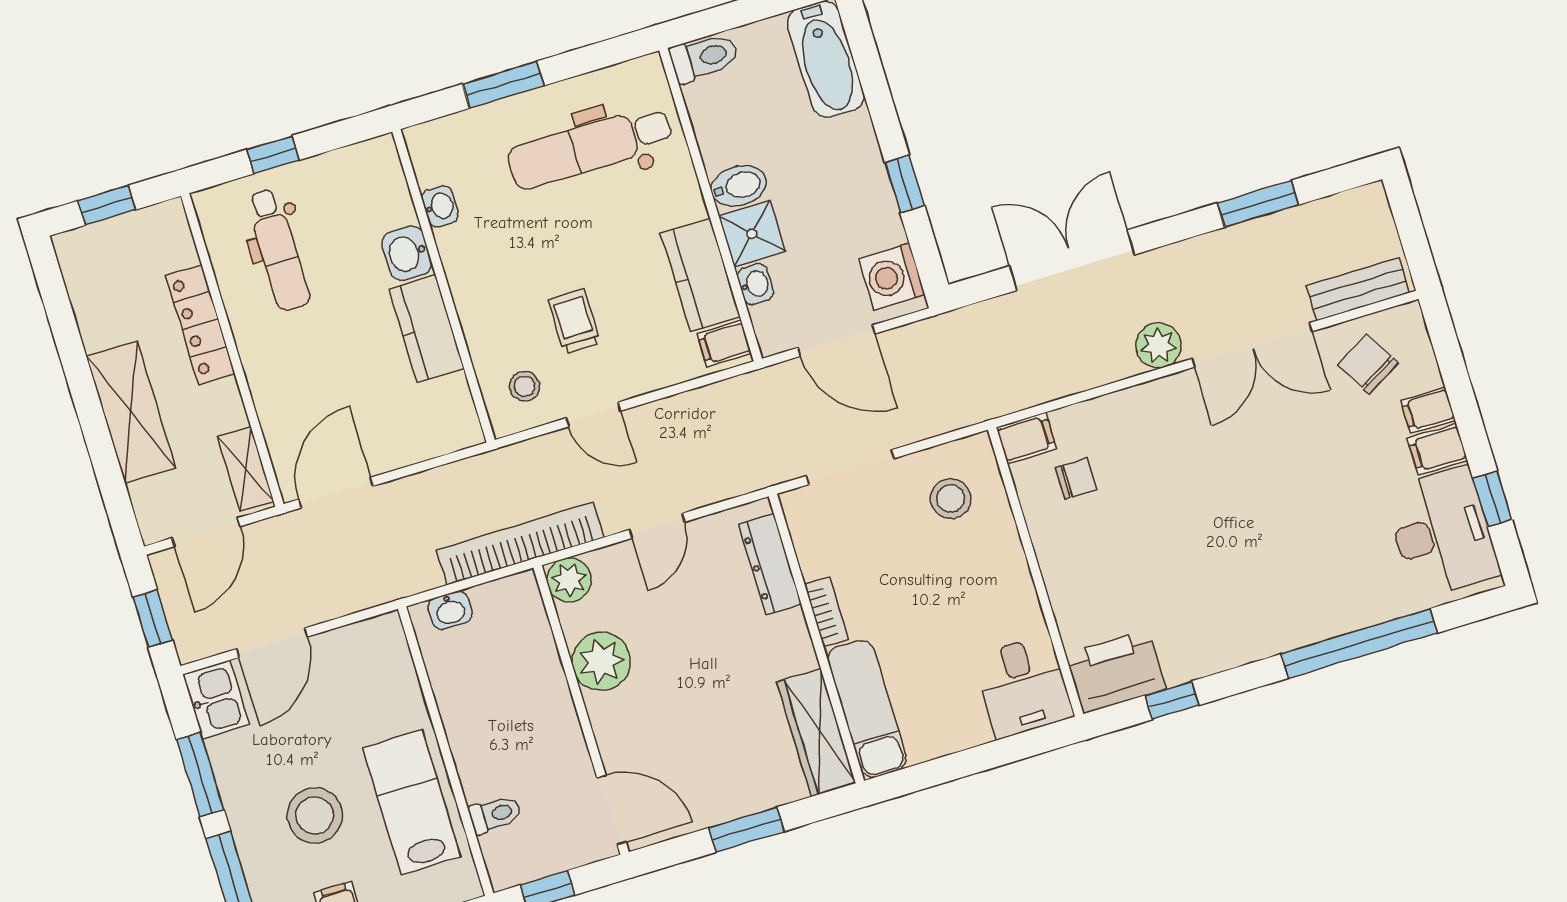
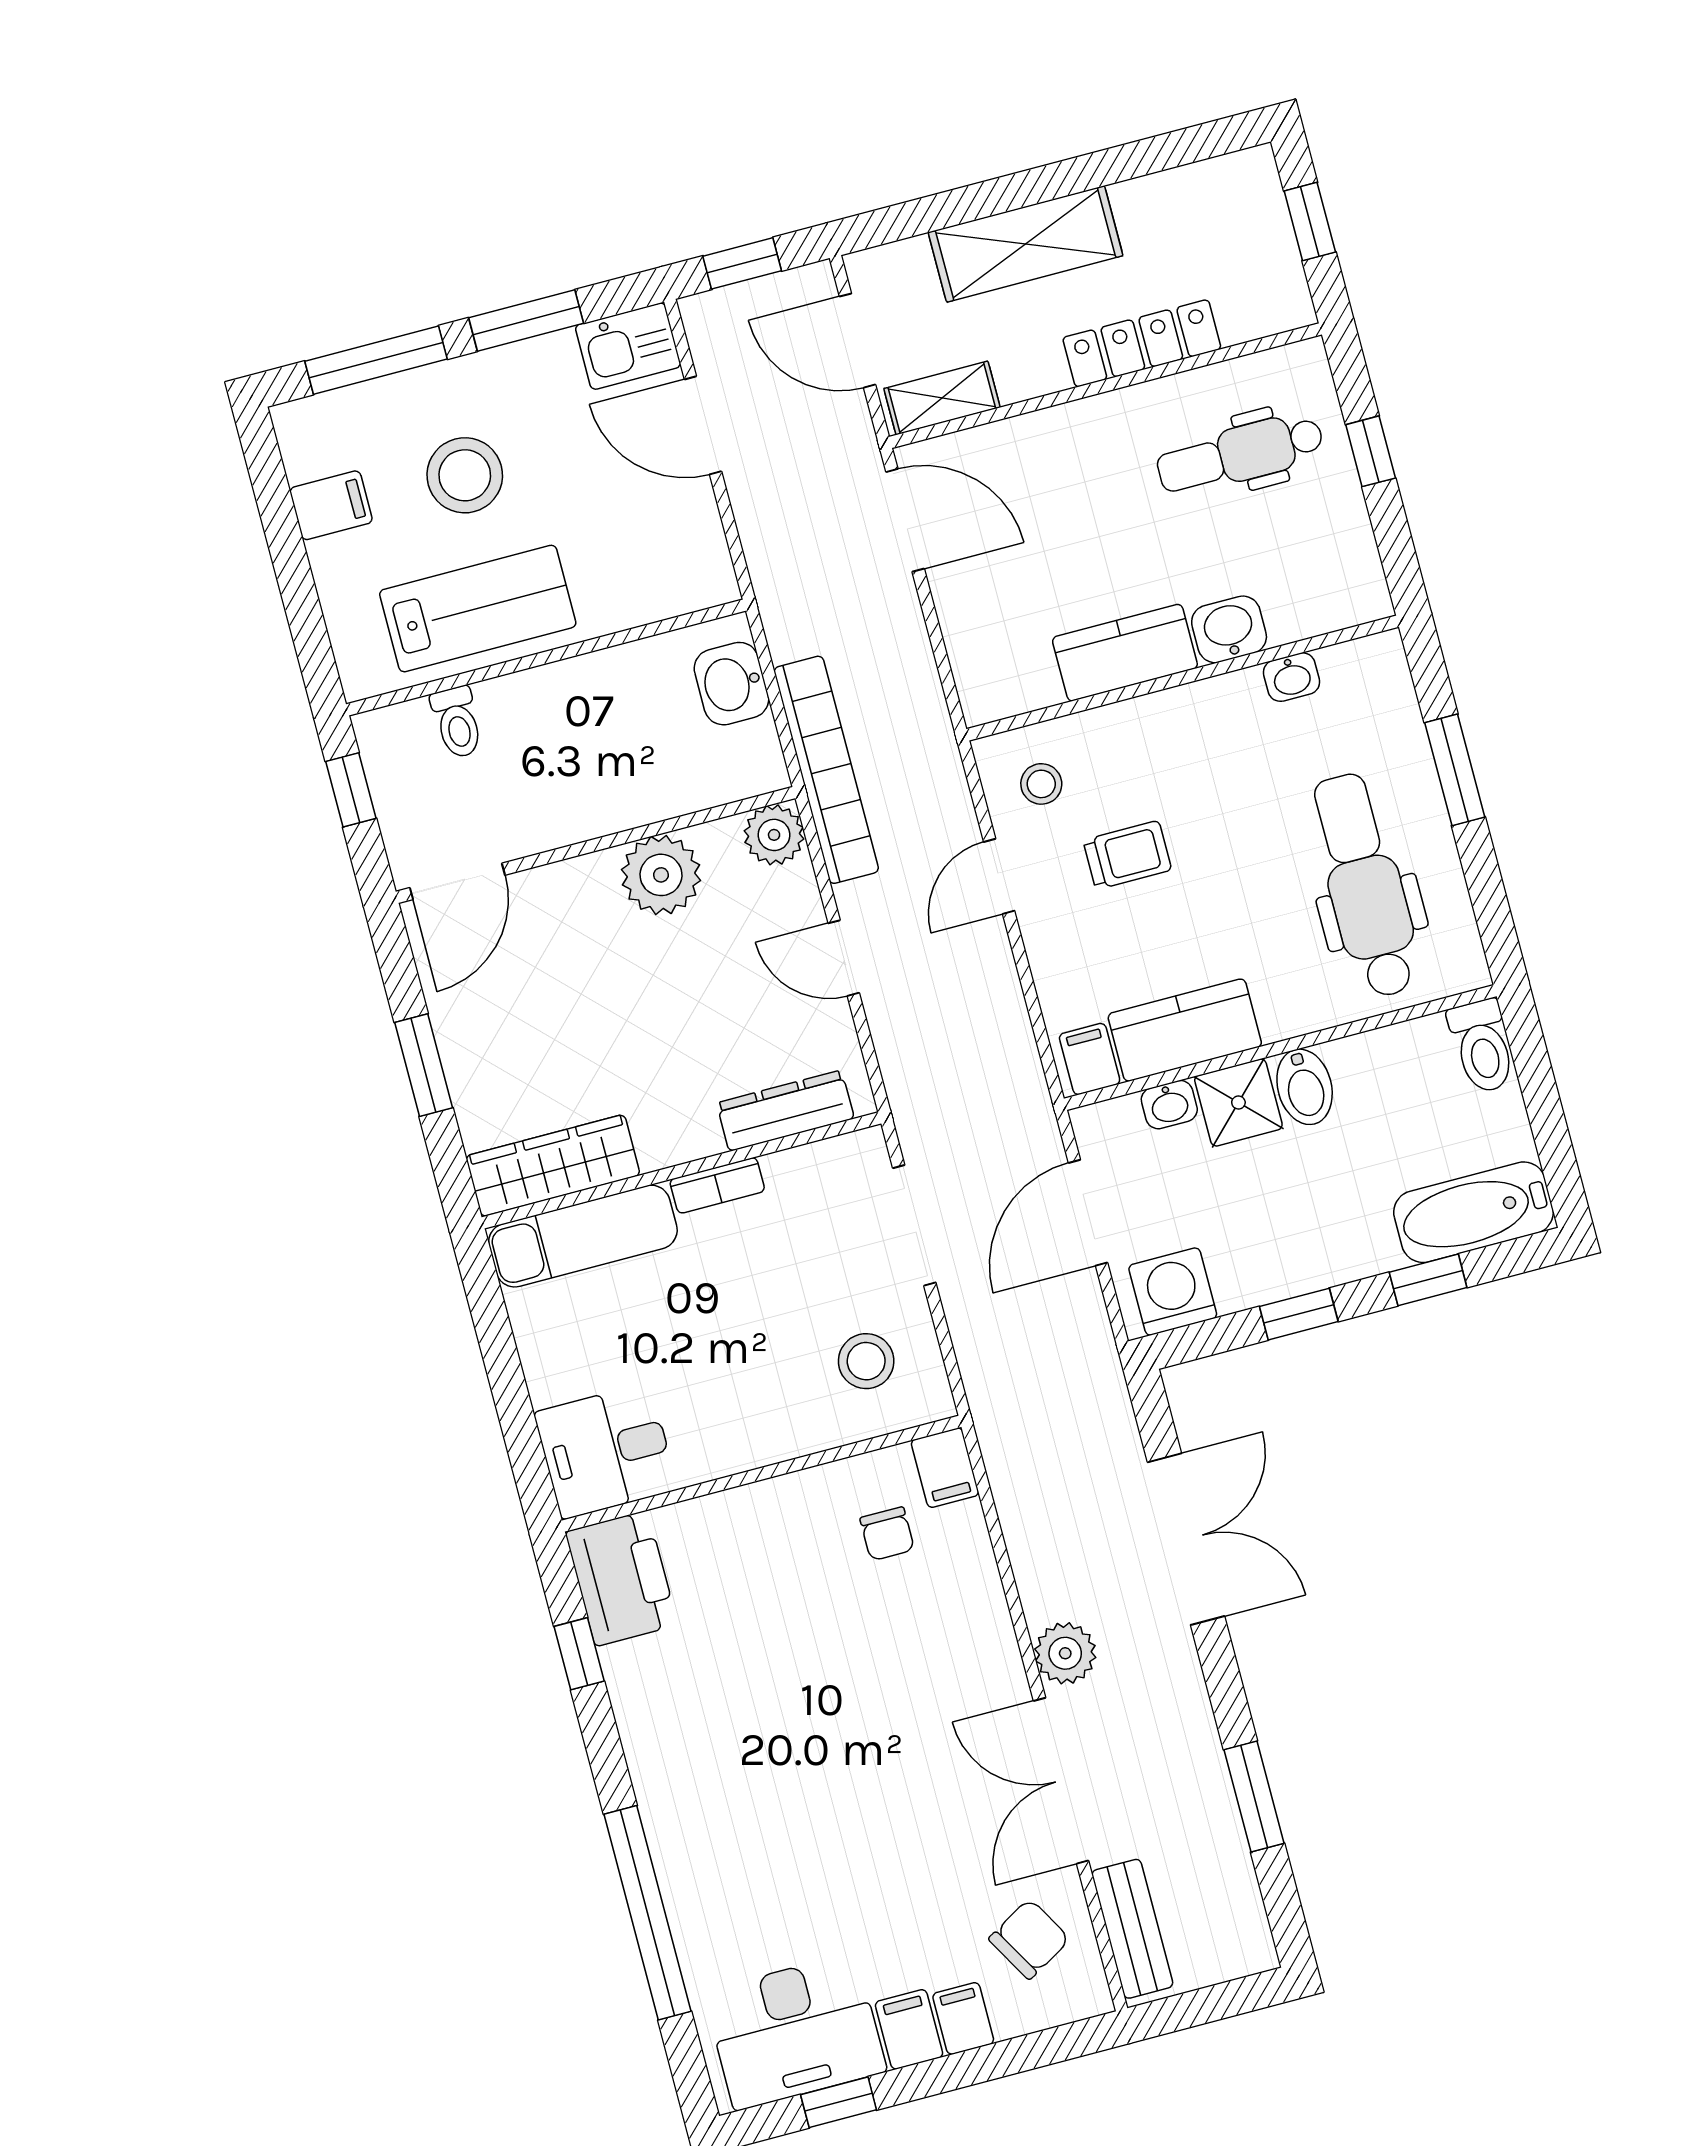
window: (876, 91) -> (1428, 1280), added
washbasin: (450, 610) -> (731, 684), width x1.38, depth x1.45

